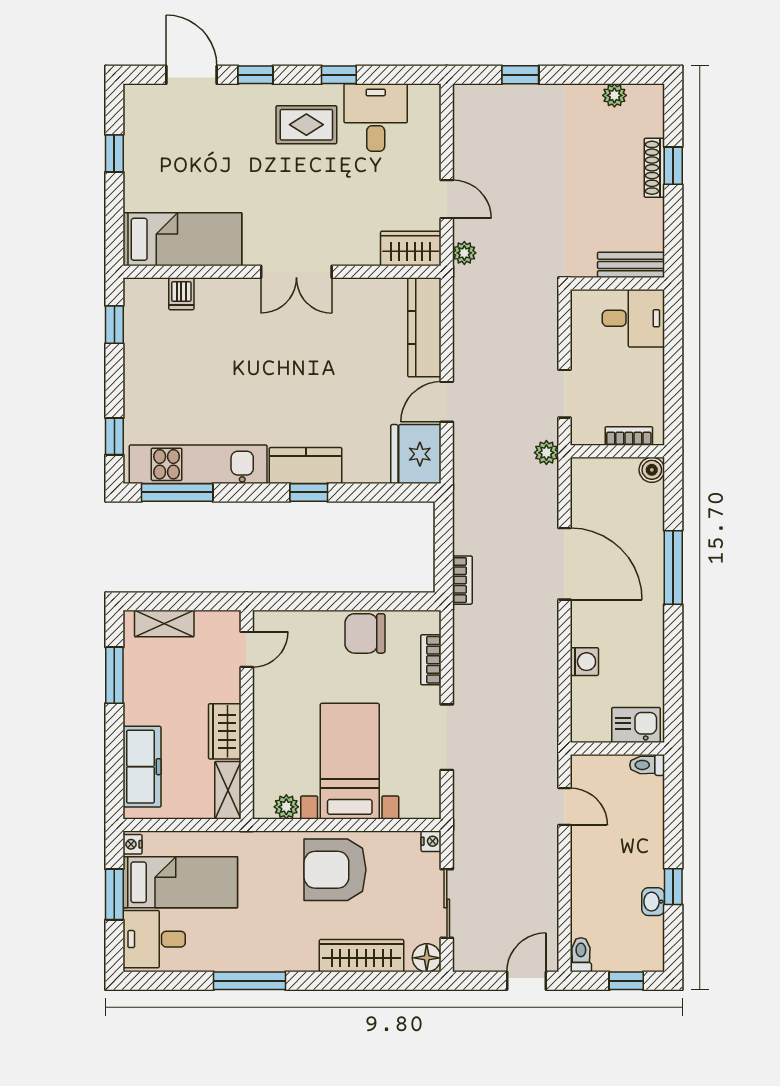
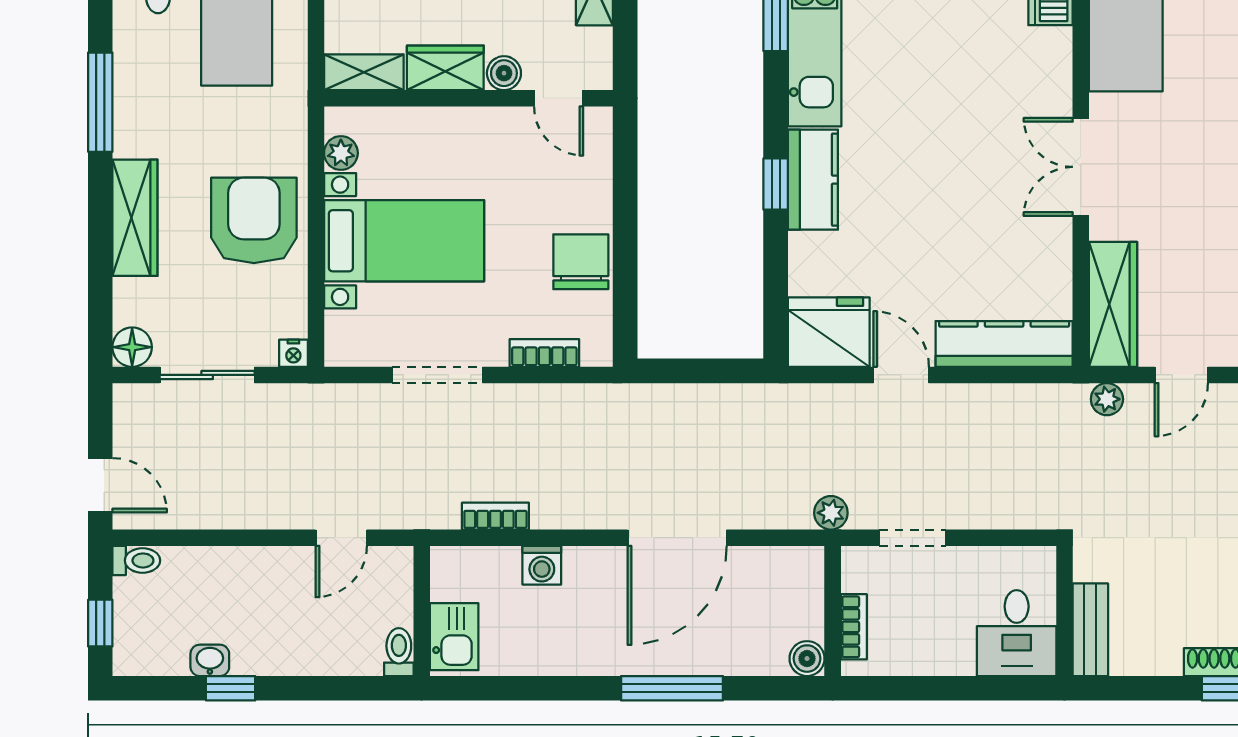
wardrobe: (411, 249) -> (1113, 304), width x1.50
bookcase: (462, 580) -> (495, 516), moved, turned 180
boiler: (229, 689) -> (504, 73), added
wardrobe: (362, 956) -> (135, 218), moved

